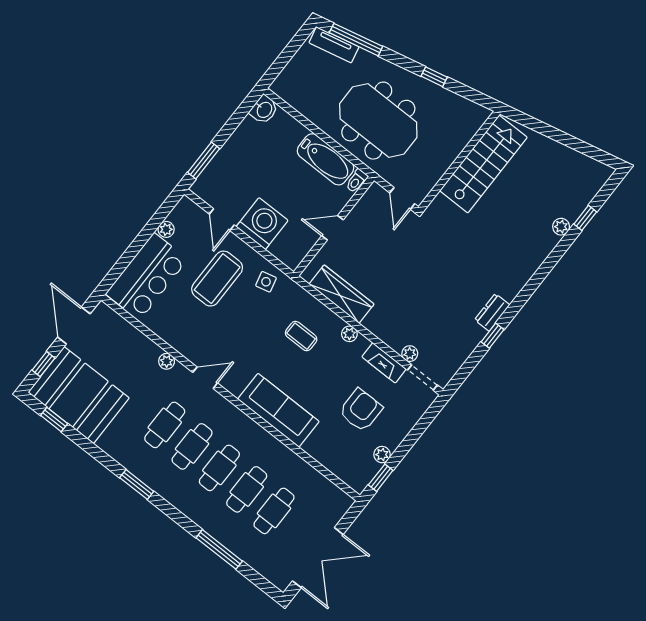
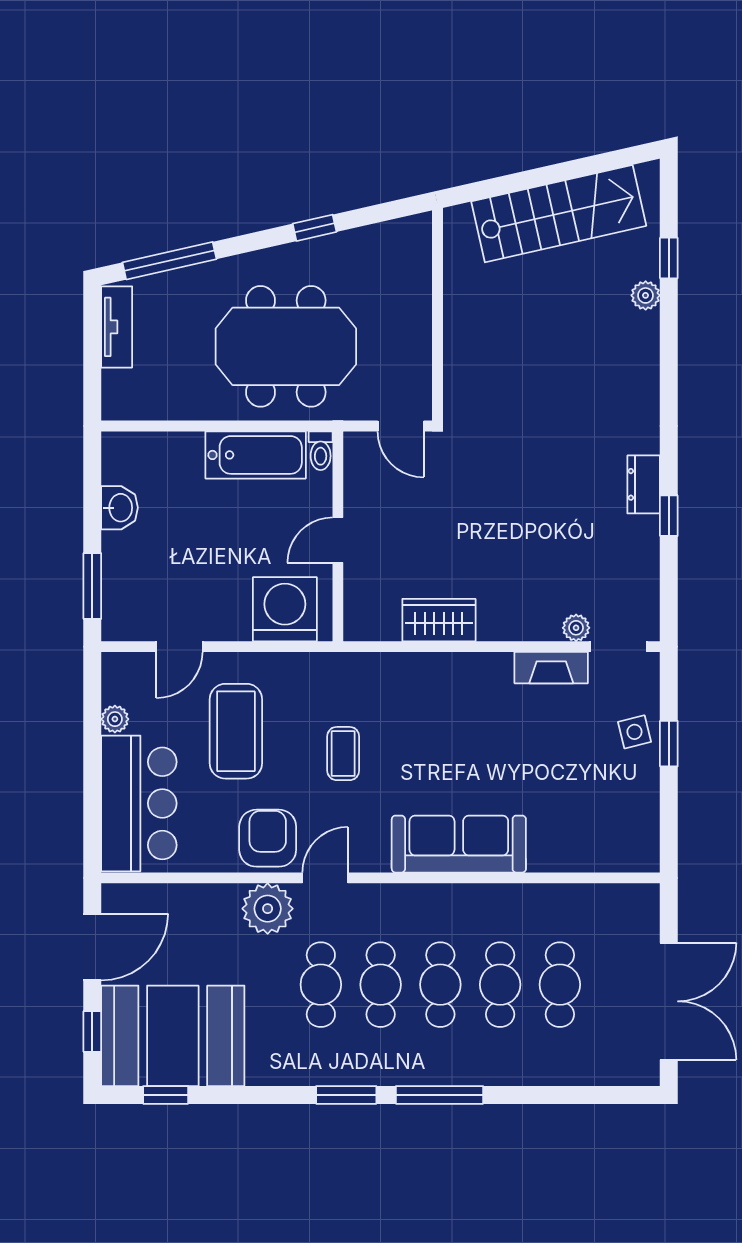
tv unit: (334, 45) -> (117, 327), moved, turned -77
washbasin: (264, 110) -> (120, 508), moved
stairs: (483, 164) -> (559, 214), moved, turned 77
door: (222, 220) -> (179, 647), hinge flipped
washing machine: (262, 224) -> (285, 609), moved
side table: (266, 282) -> (634, 732), moved
wardrobe: (342, 294) -> (439, 620), width x0.67
door: (74, 325) -> (92, 947), swing flipped
plant: (349, 334) -> (474, 665), removed
coffee table: (301, 336) -> (343, 754), moved, turned 90
plant: (167, 361) -> (268, 909), width x1.88, depth x1.88
armchair: (361, 410) -> (268, 838), moved
plant: (382, 455) -> (646, 794), removed
window: (381, 478) -> (669, 744), moved
window: (219, 549) -> (439, 1095), moved

